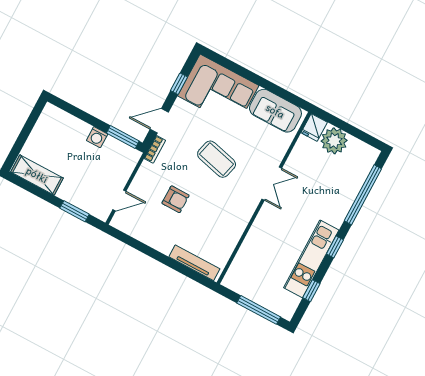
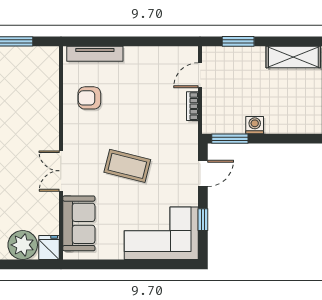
sofa: (275, 111) -> (79, 223), moved, turned 90
bookcase: (155, 149) -> (192, 106), moved
armchair: (176, 199) -> (89, 98), moved

